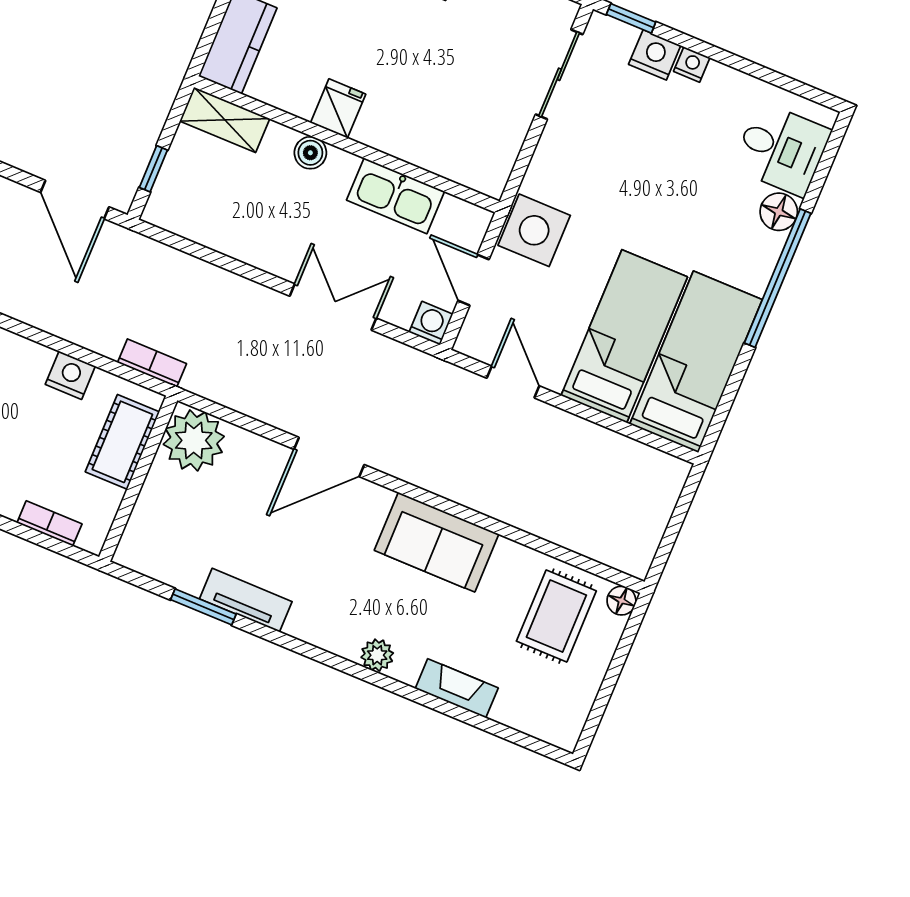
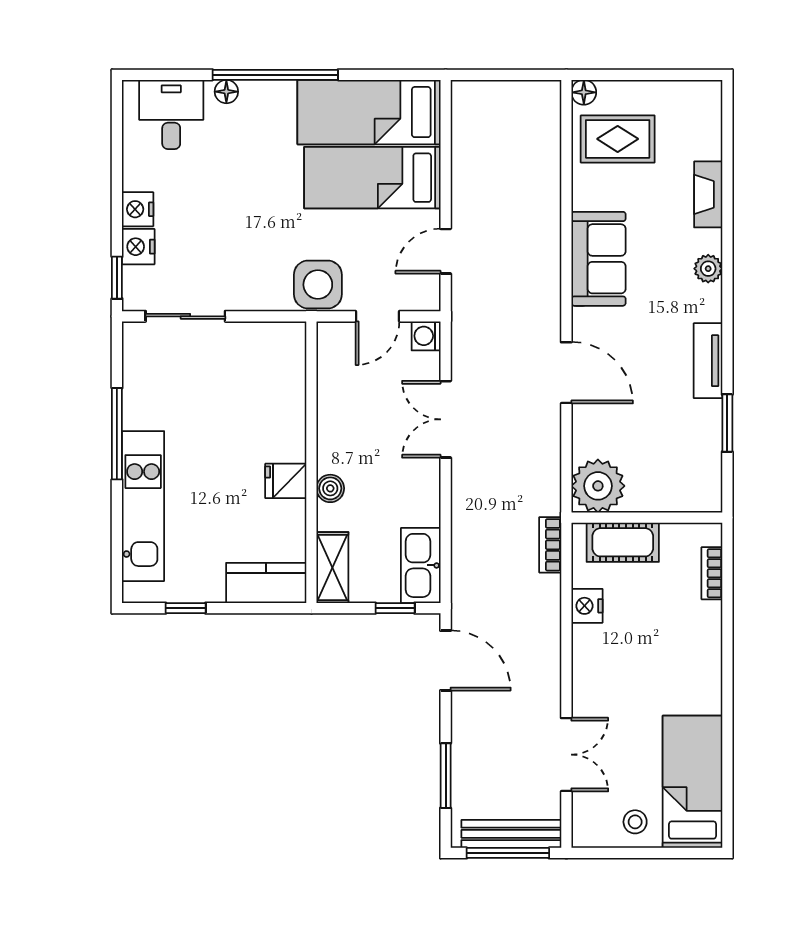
nightstand: (692, 64) -> (138, 209), width x1.39, depth x1.35
kitchen sink: (396, 196) -> (421, 565), moved, turned 180
door: (75, 200) -> (446, 660), hinge flipped
floor lamp: (779, 212) -> (226, 92), width x0.73, depth x0.73
tv unit: (246, 600) -> (708, 361), moved

